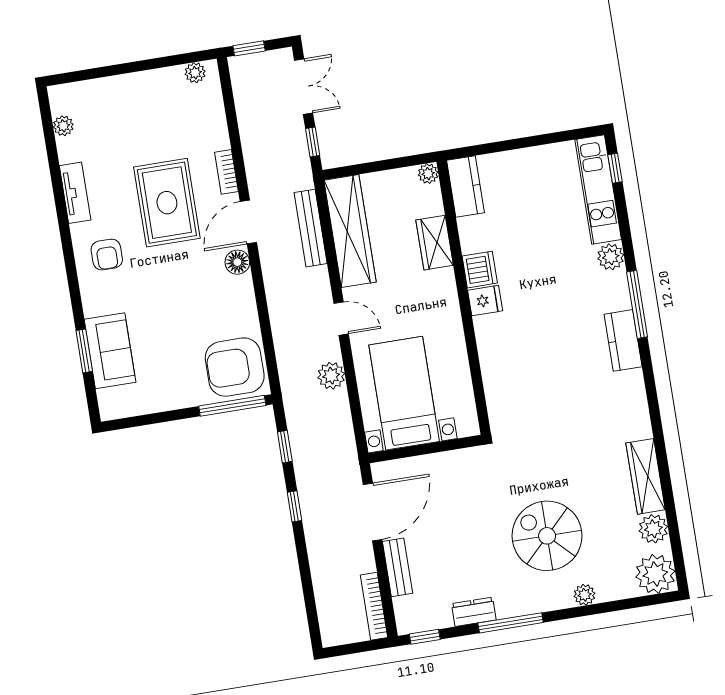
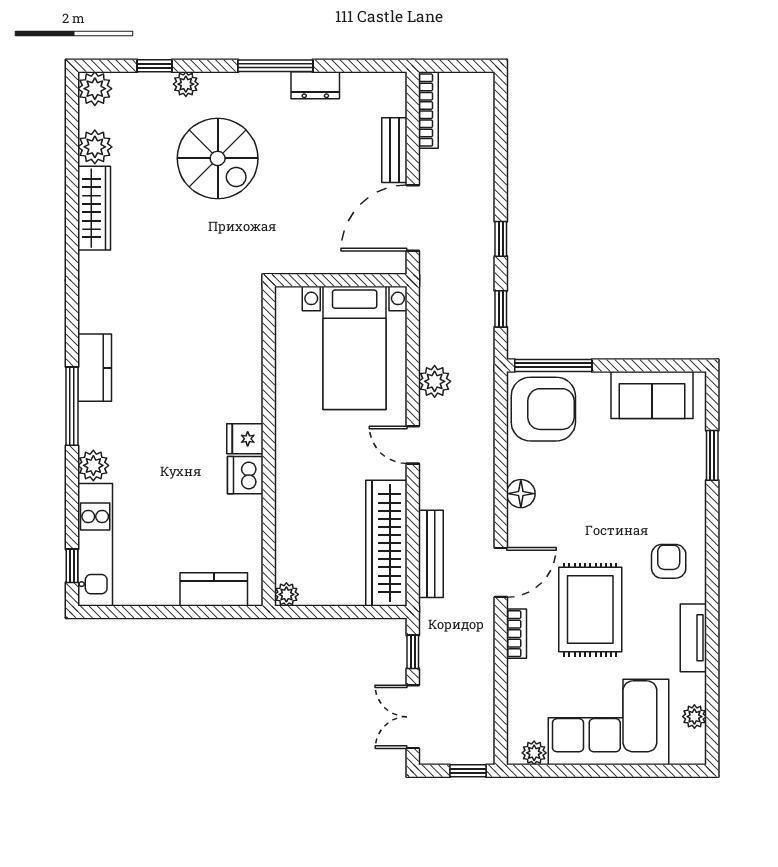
corner sofa: (136, 109) -> (609, 722), added
kitchen counter: (466, 187) -> (214, 589), moved, turned 90
wardrobe: (435, 243) -> (292, 514), removed
floor lamp: (237, 262) -> (521, 494), moved
sofa: (110, 351) -> (652, 395), moved, turned -90
plant: (655, 574) -> (95, 89), width x0.73, depth x0.73
window: (425, 637) -> (154, 66), moved

